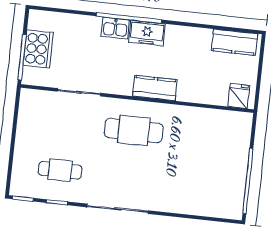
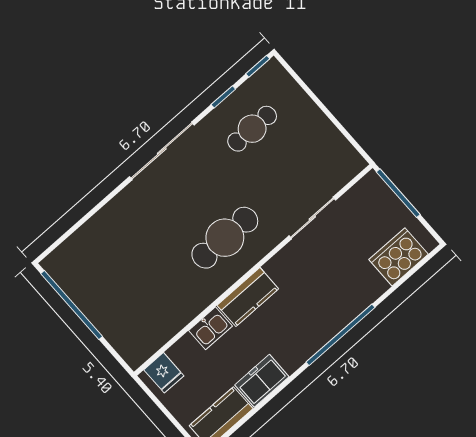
kitchen sink: (115, 28) -> (211, 328), moved, turned 180
freezer: (147, 33) -> (262, 381), moved
cooker: (38, 49) -> (398, 257), moved, turned 90

